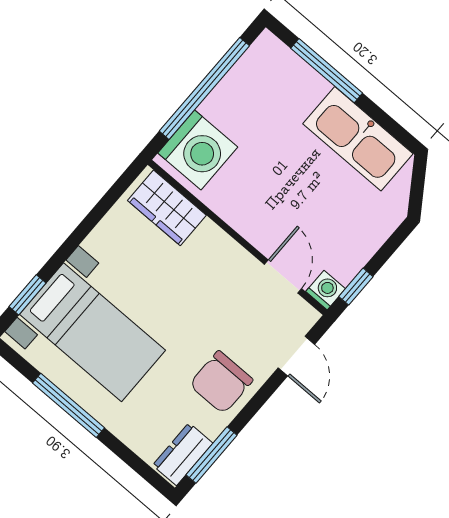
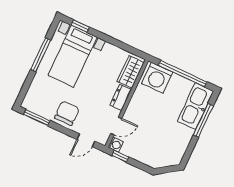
kitchen sink: (358, 139) -> (196, 106), moved
chair: (221, 382) -> (67, 113), turned 90
dresser: (183, 454) -> (121, 97), moved, turned -90

